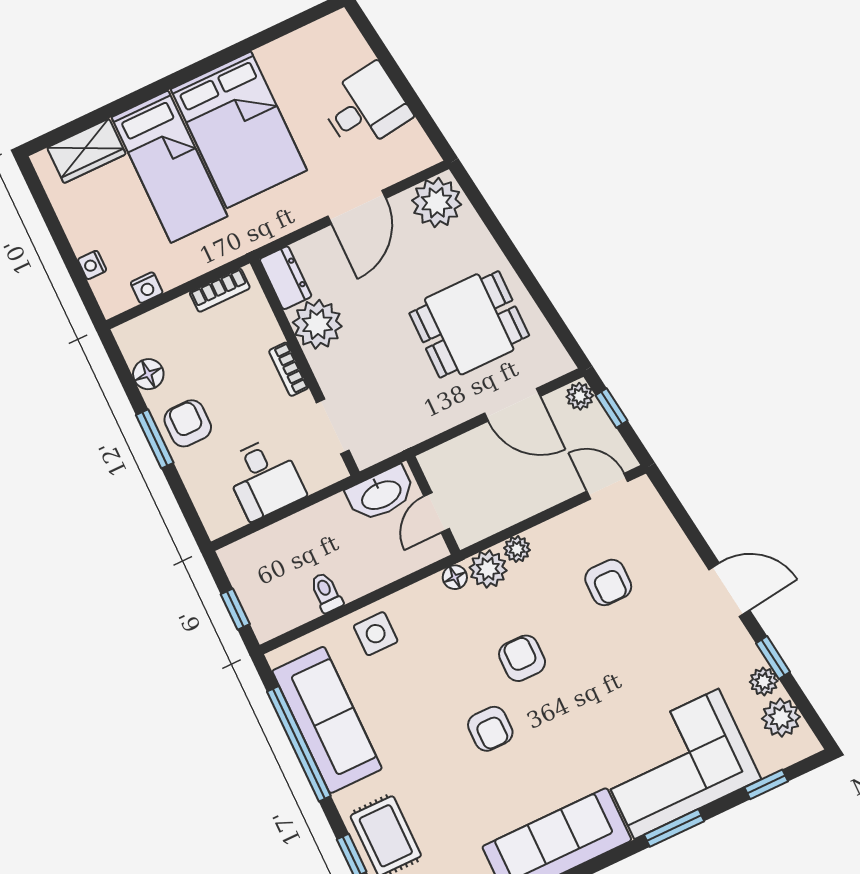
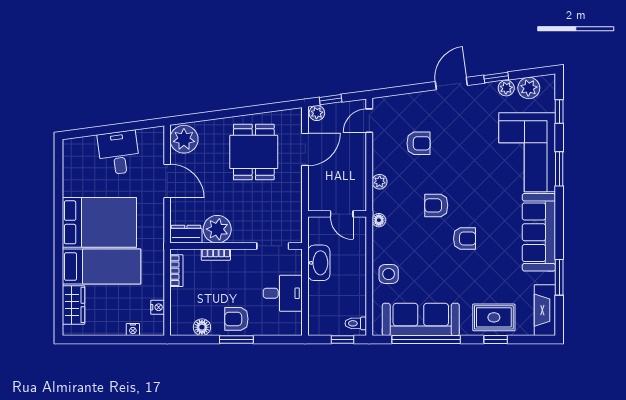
bookcase: (289, 369) -> (216, 255), moved
washbasin: (381, 494) -> (319, 263), moved
plant: (488, 569) -> (383, 201), removed
toilet: (326, 593) -> (356, 323), moved

